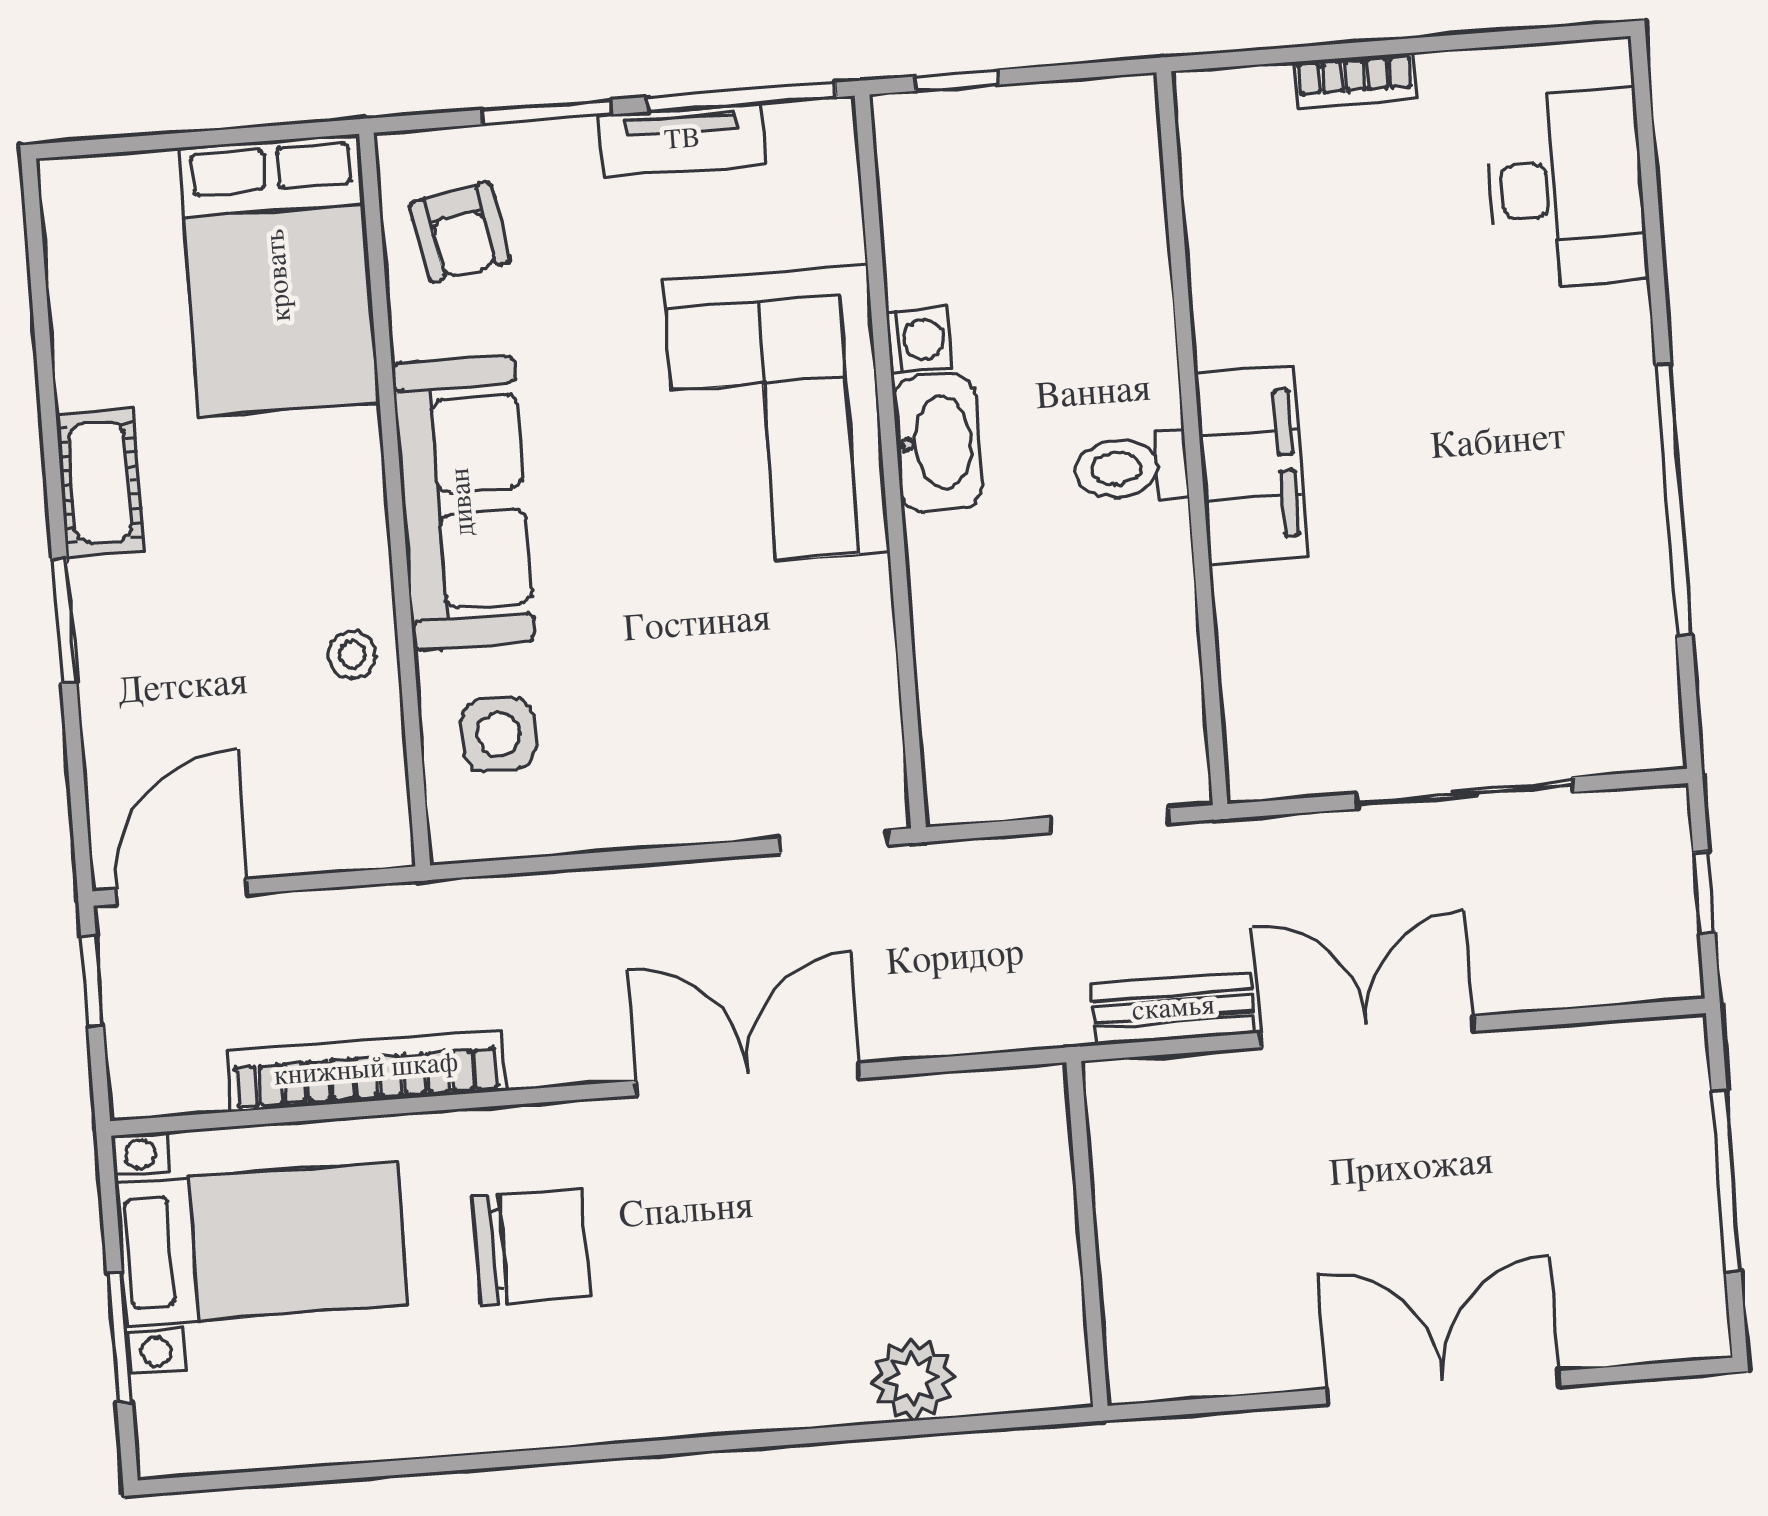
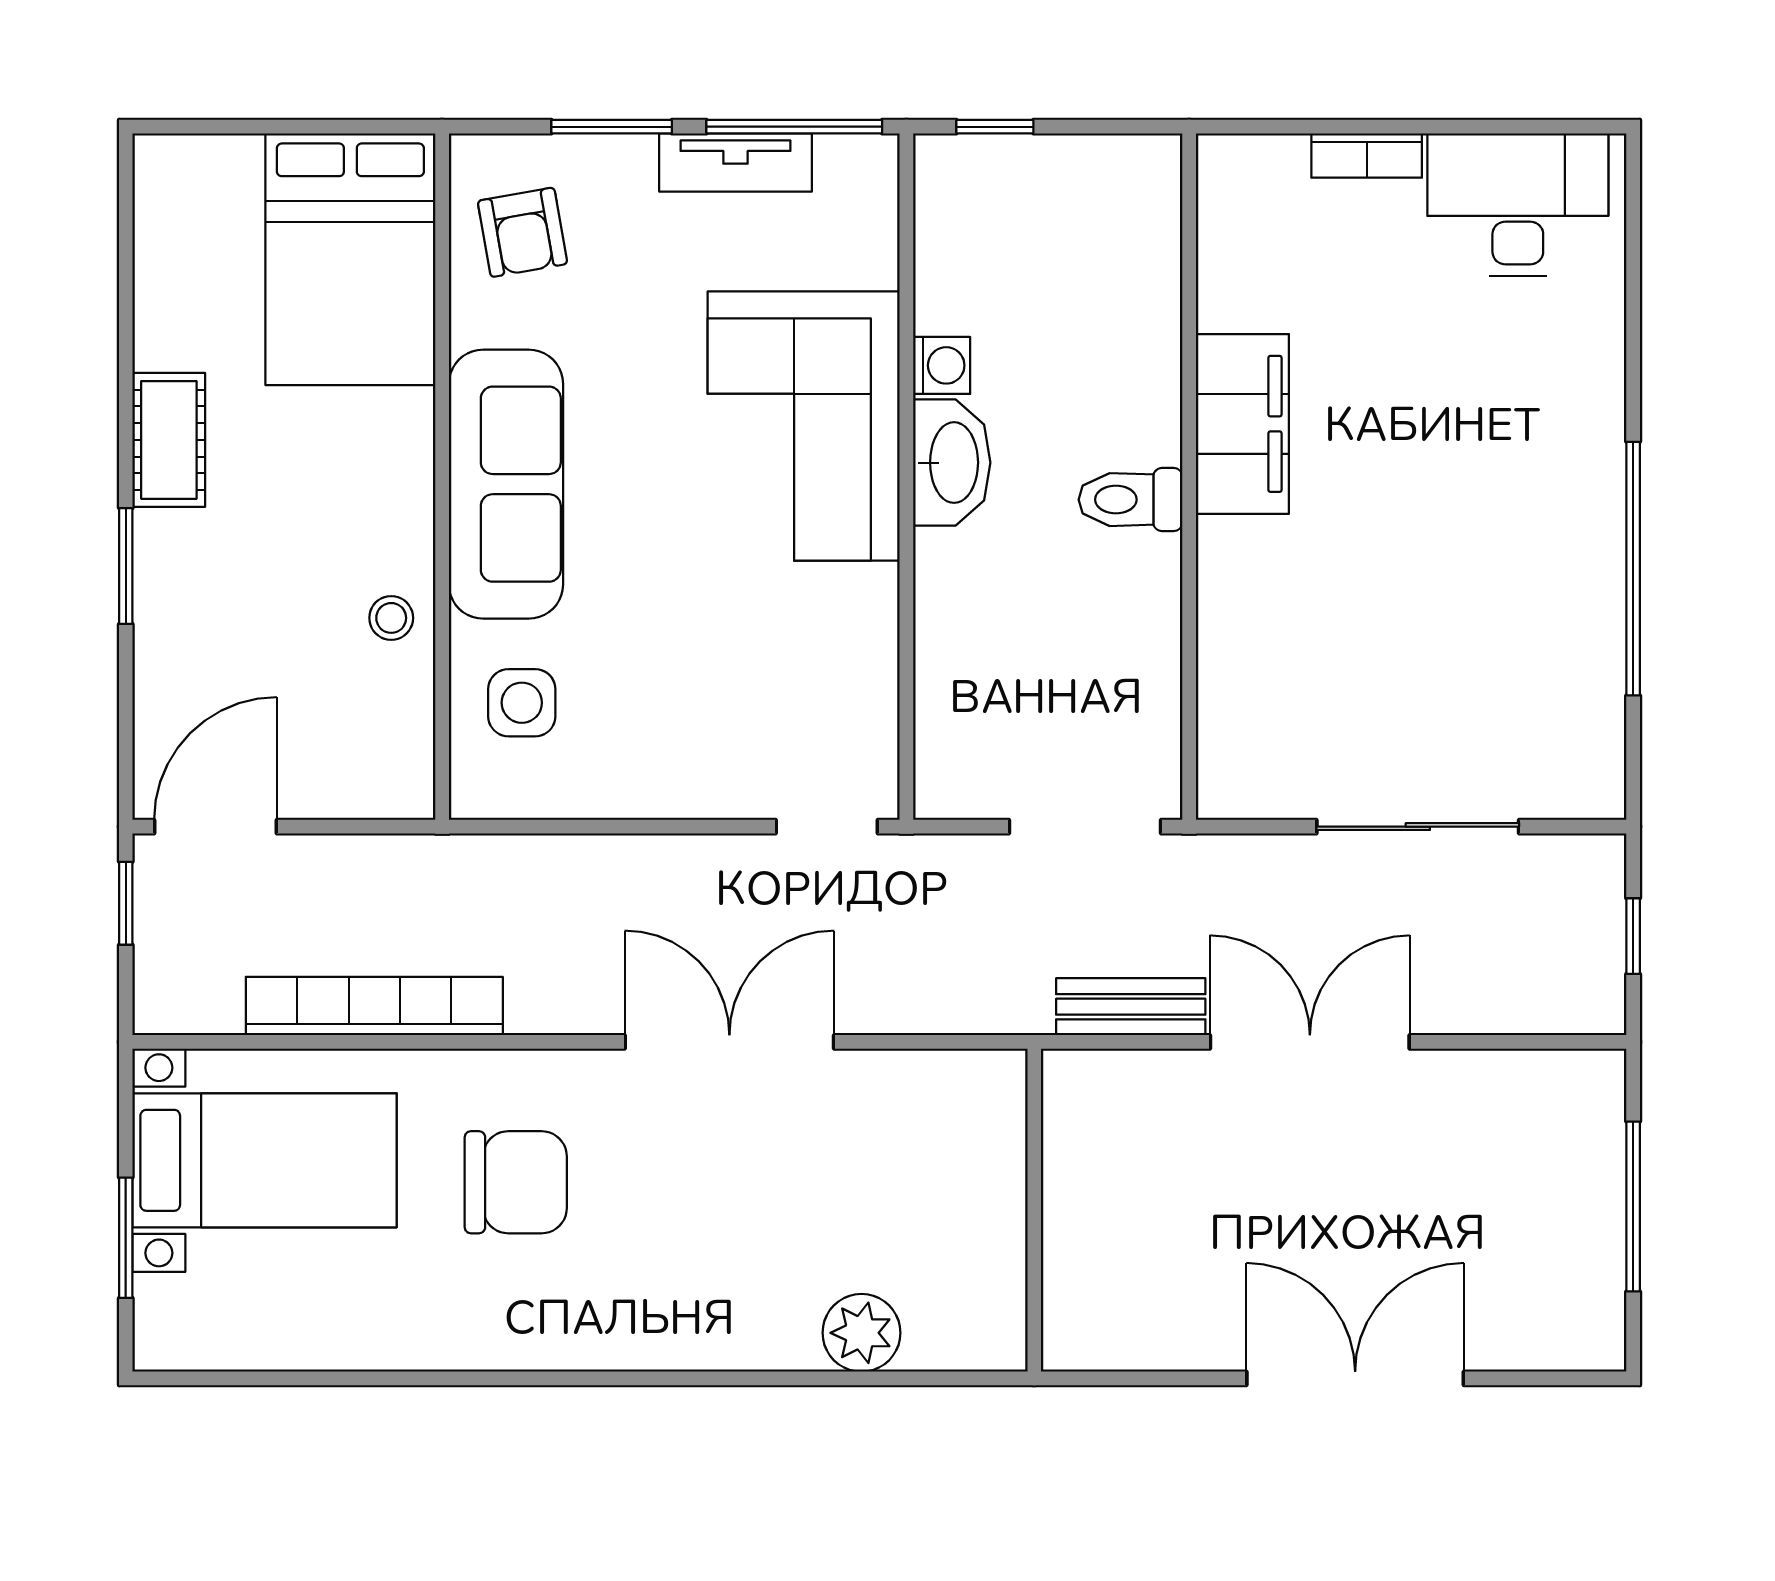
desk: (1566, 188) -> (1518, 205), moved, turned -90
filing cabinet: (1251, 465) -> (1242, 424), moved
doorway: (1110, 820) -> (1085, 827), width x1.38

